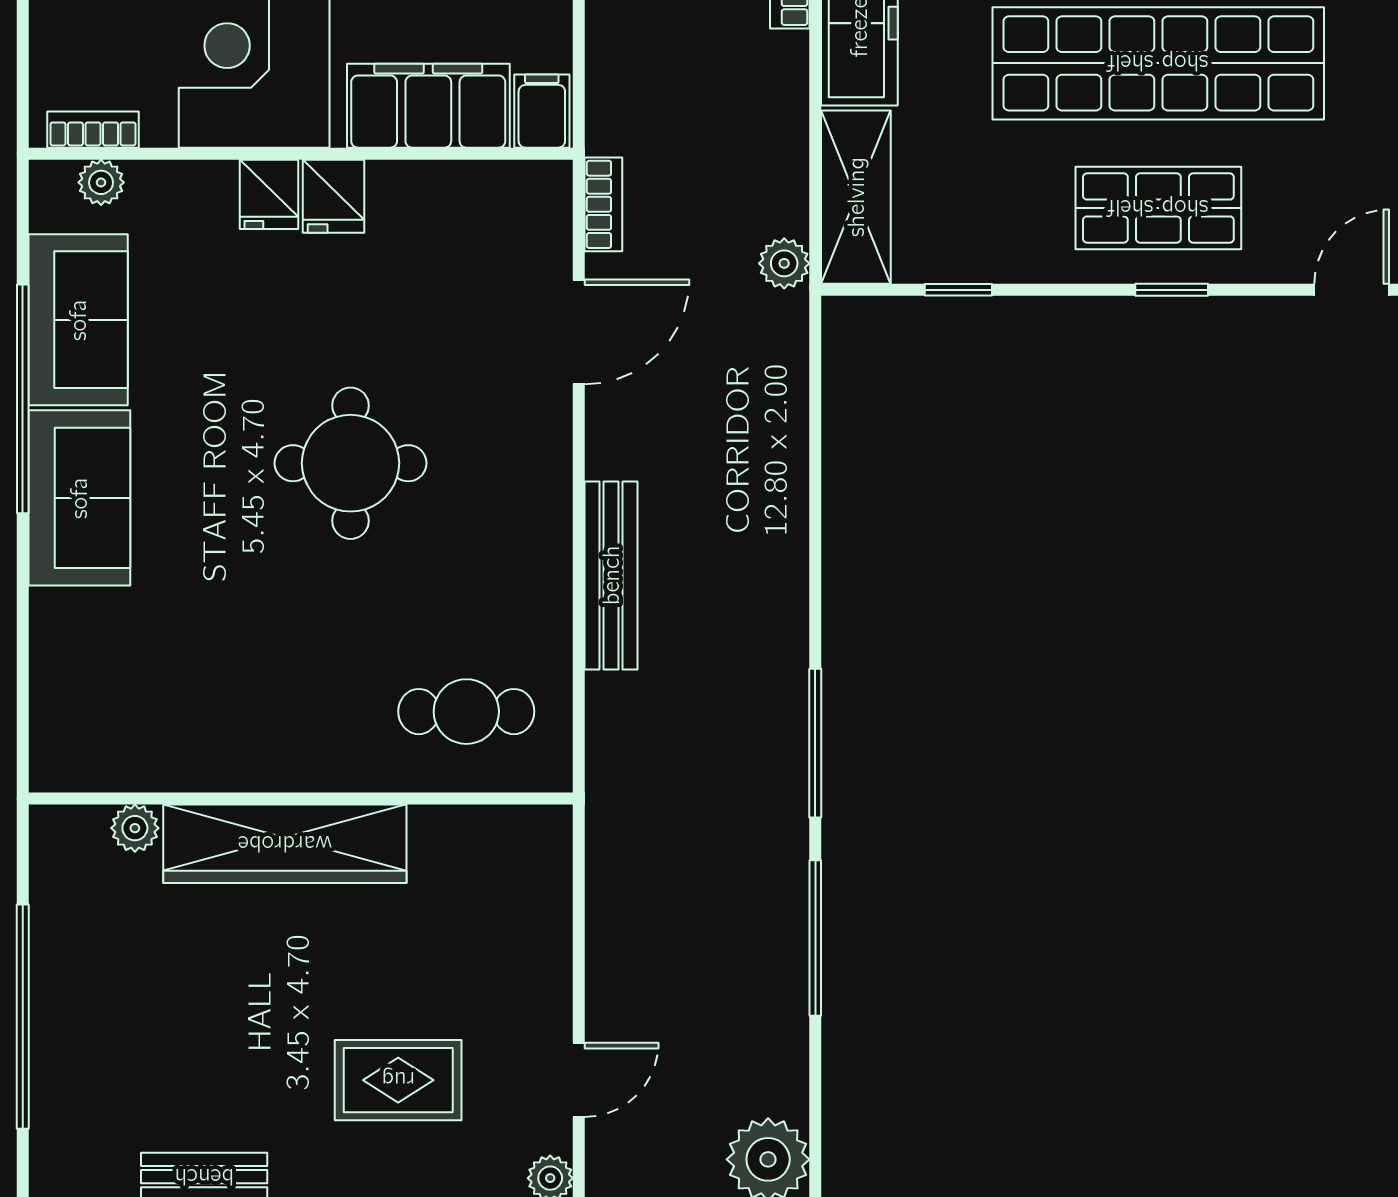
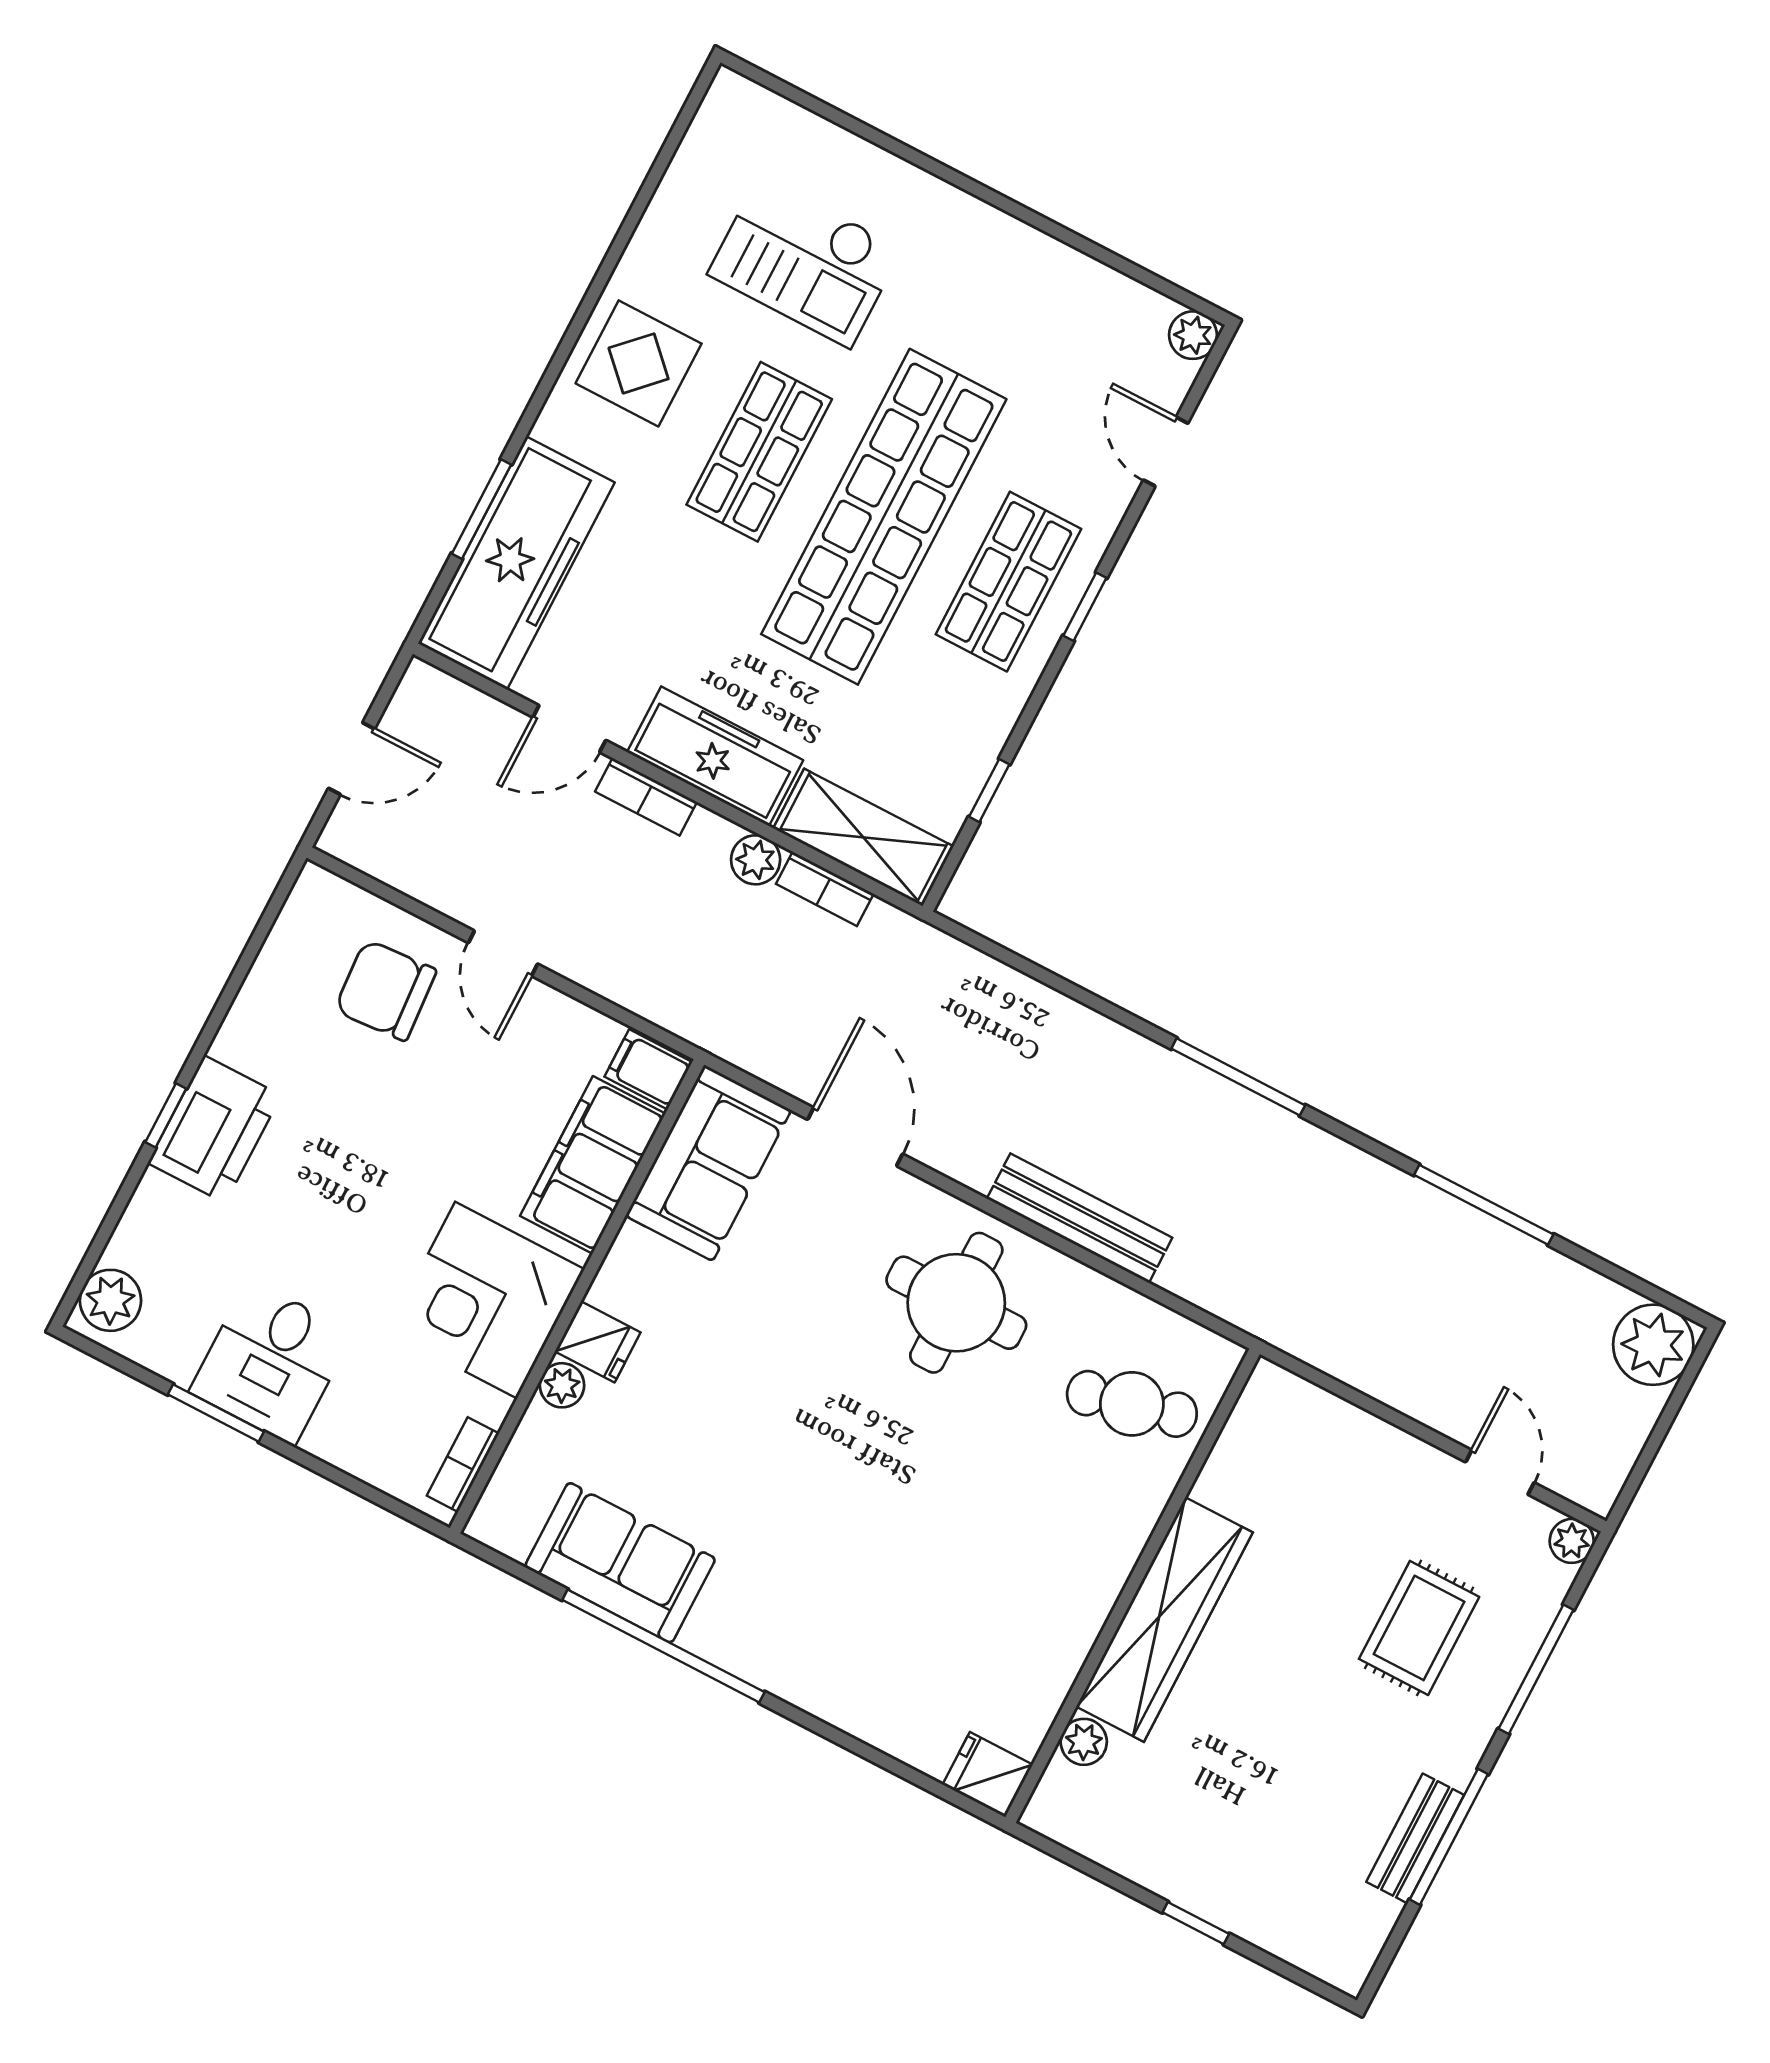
plant: (101, 182) -> (562, 1385), moved
fridge: (334, 196) -> (988, 1775), moved, turned 180
bookcase: (603, 204) -> (825, 889), moved, turned 180
plant: (784, 263) -> (756, 860), moved
round table: (351, 463) -> (956, 1303), moved
sofa: (79, 498) -> (708, 1163), moved, turned 90
cafe table: (466, 712) -> (1132, 1404), turned 76
window: (815, 743) -> (1238, 1077), moved
window: (23, 1017) -> (1196, 1923), width x0.32

